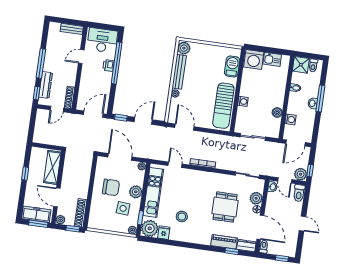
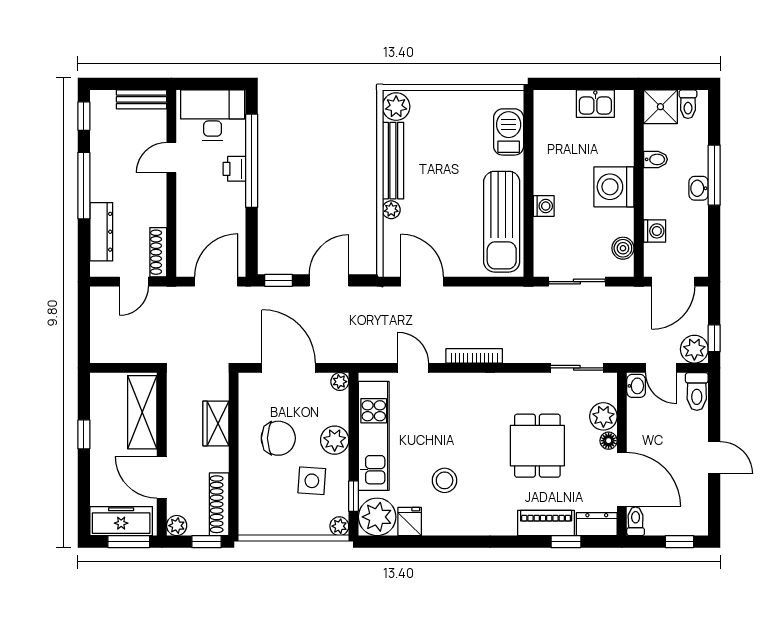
washing machine: (254, 60) -> (614, 187), moved, turned 90
window: (37, 93) -> (84, 116), moved
boiler: (277, 112) -> (623, 248), moved
wardrobe: (84, 177) -> (216, 423), added

